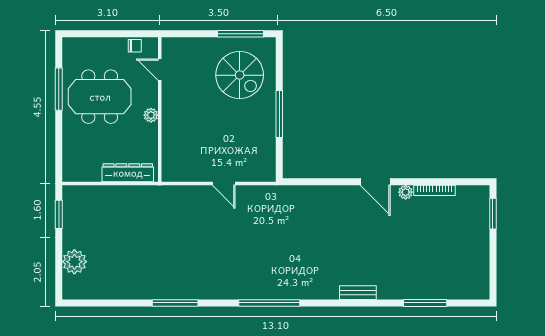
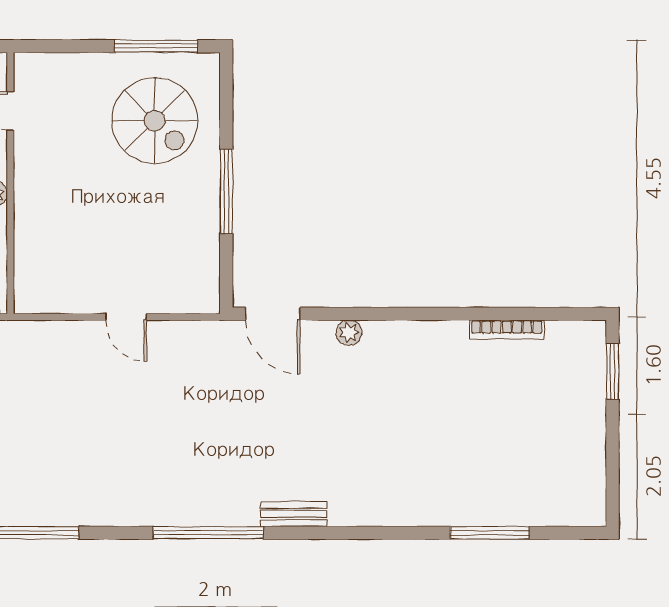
door: (375, 182) -> (273, 314), moved
plant: (406, 192) -> (349, 333), moved
bench: (358, 293) -> (294, 514), moved

